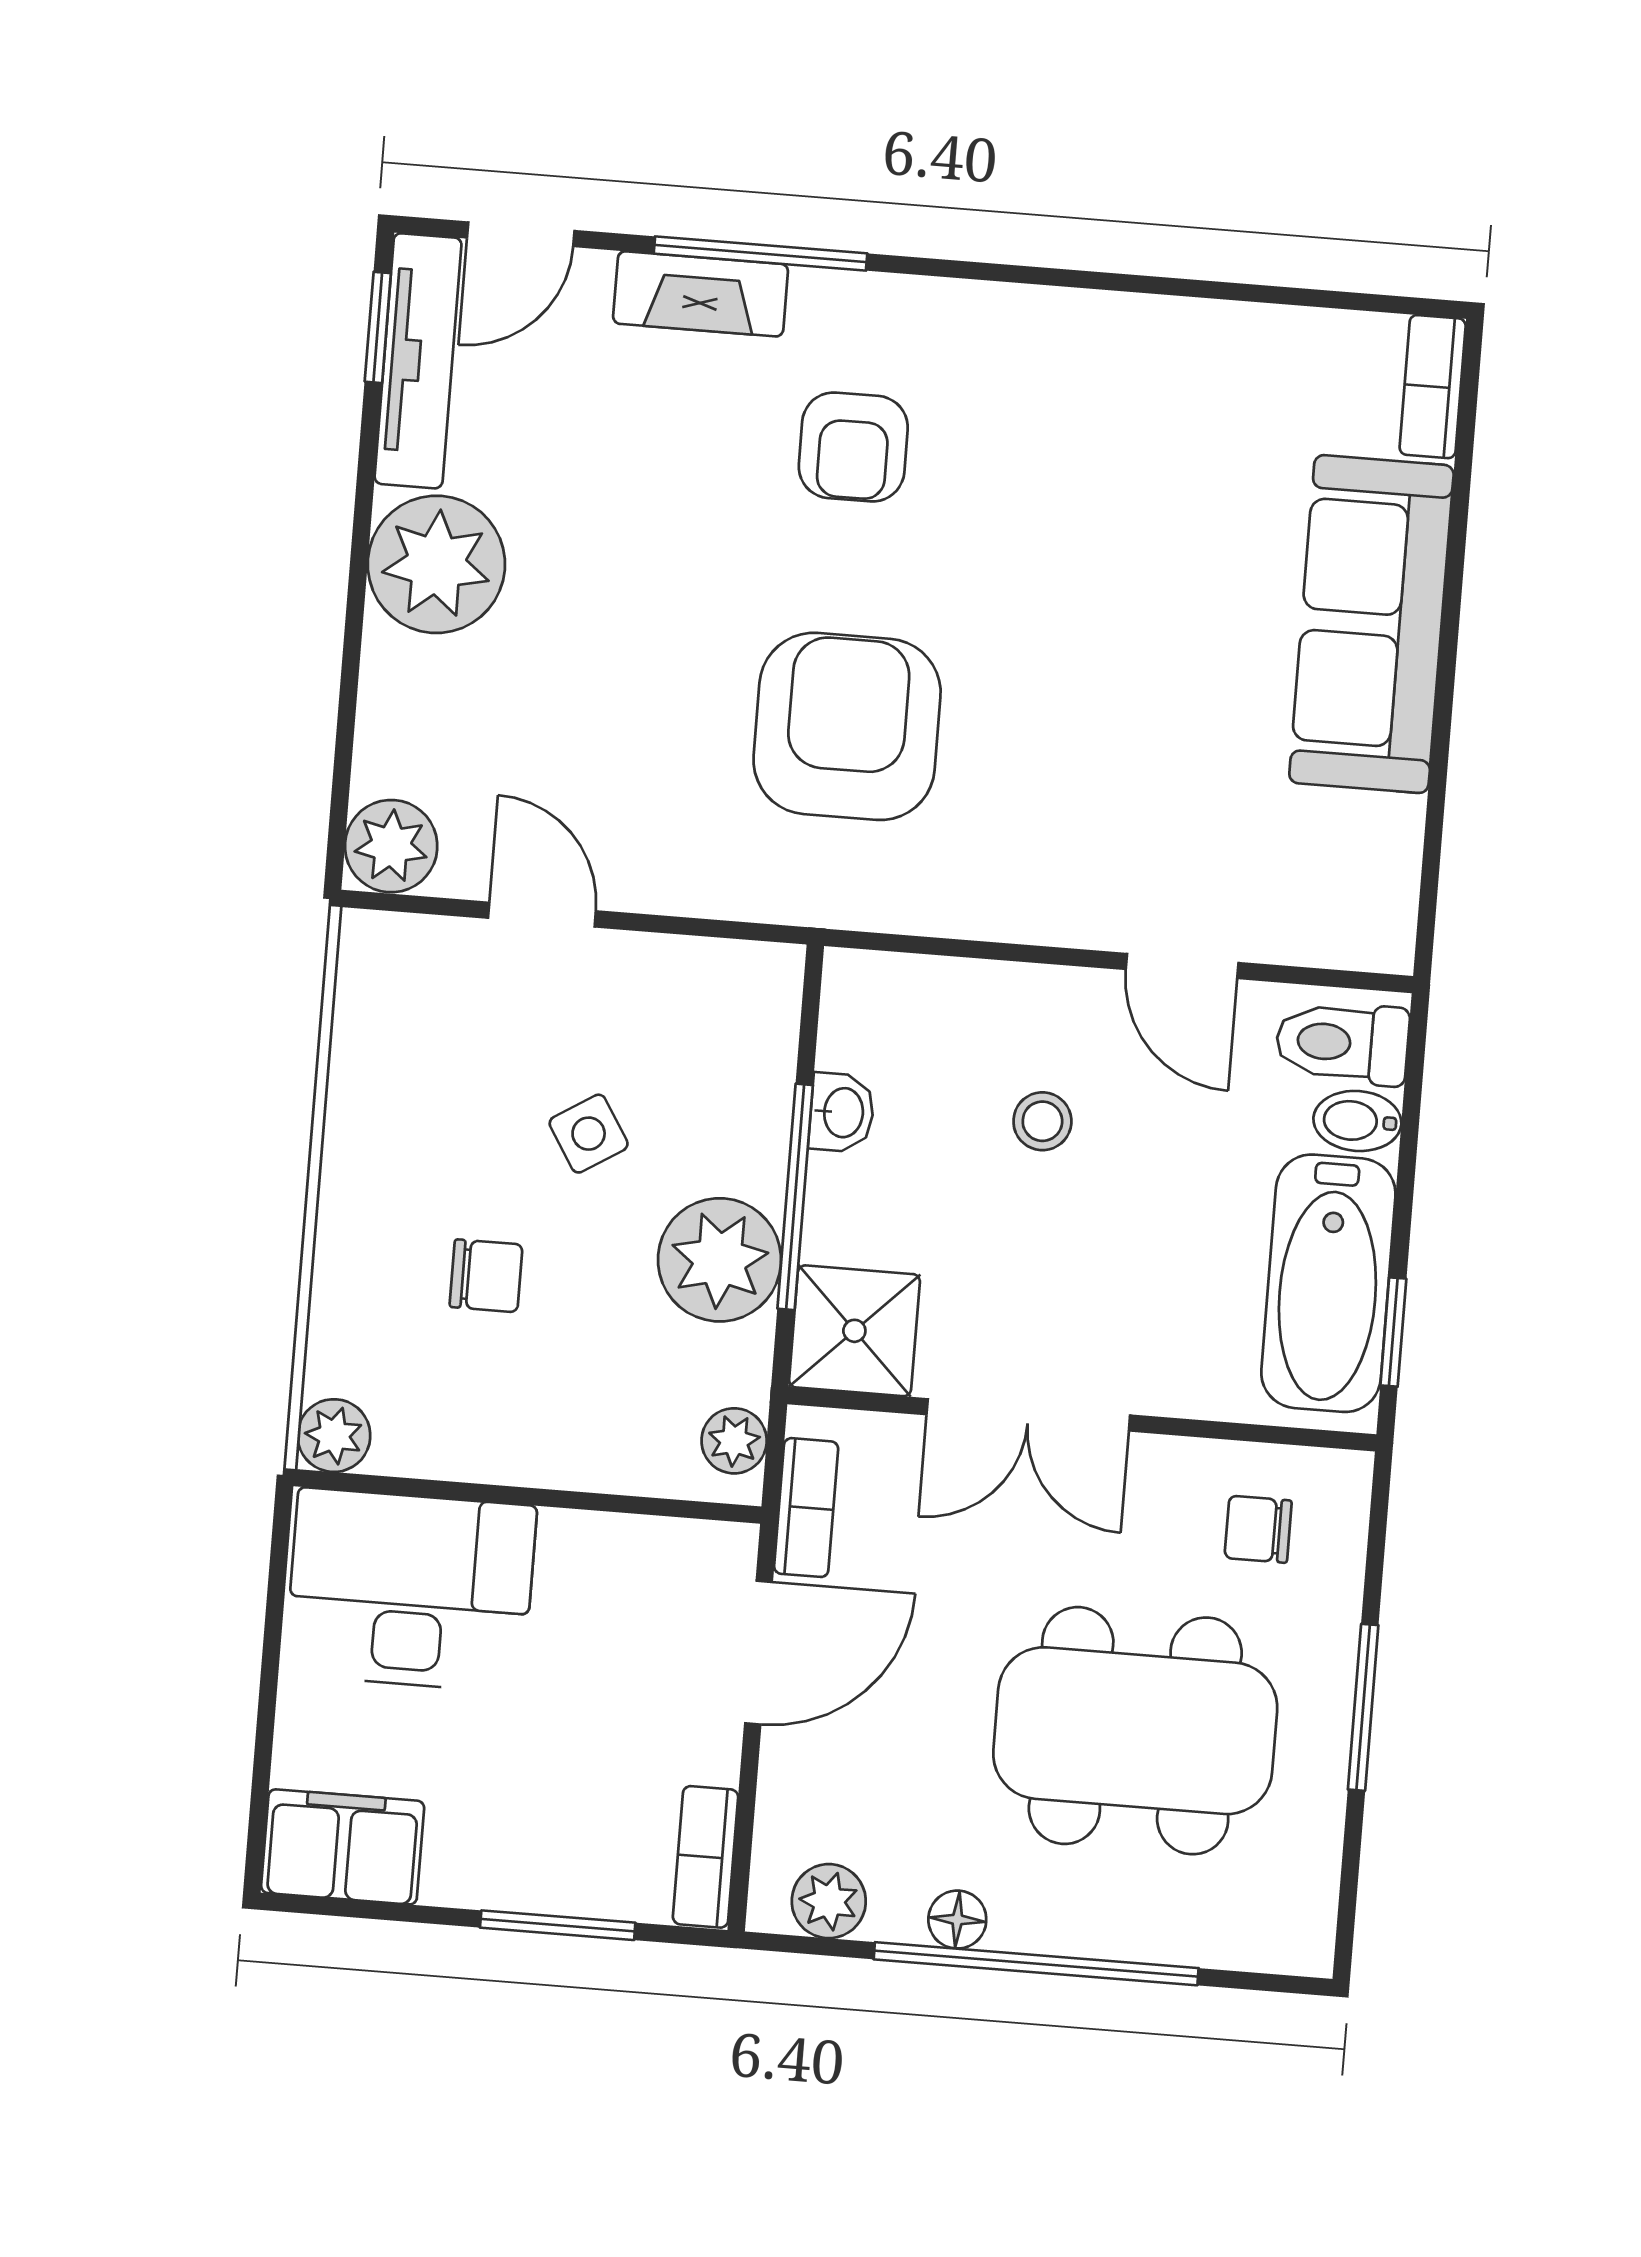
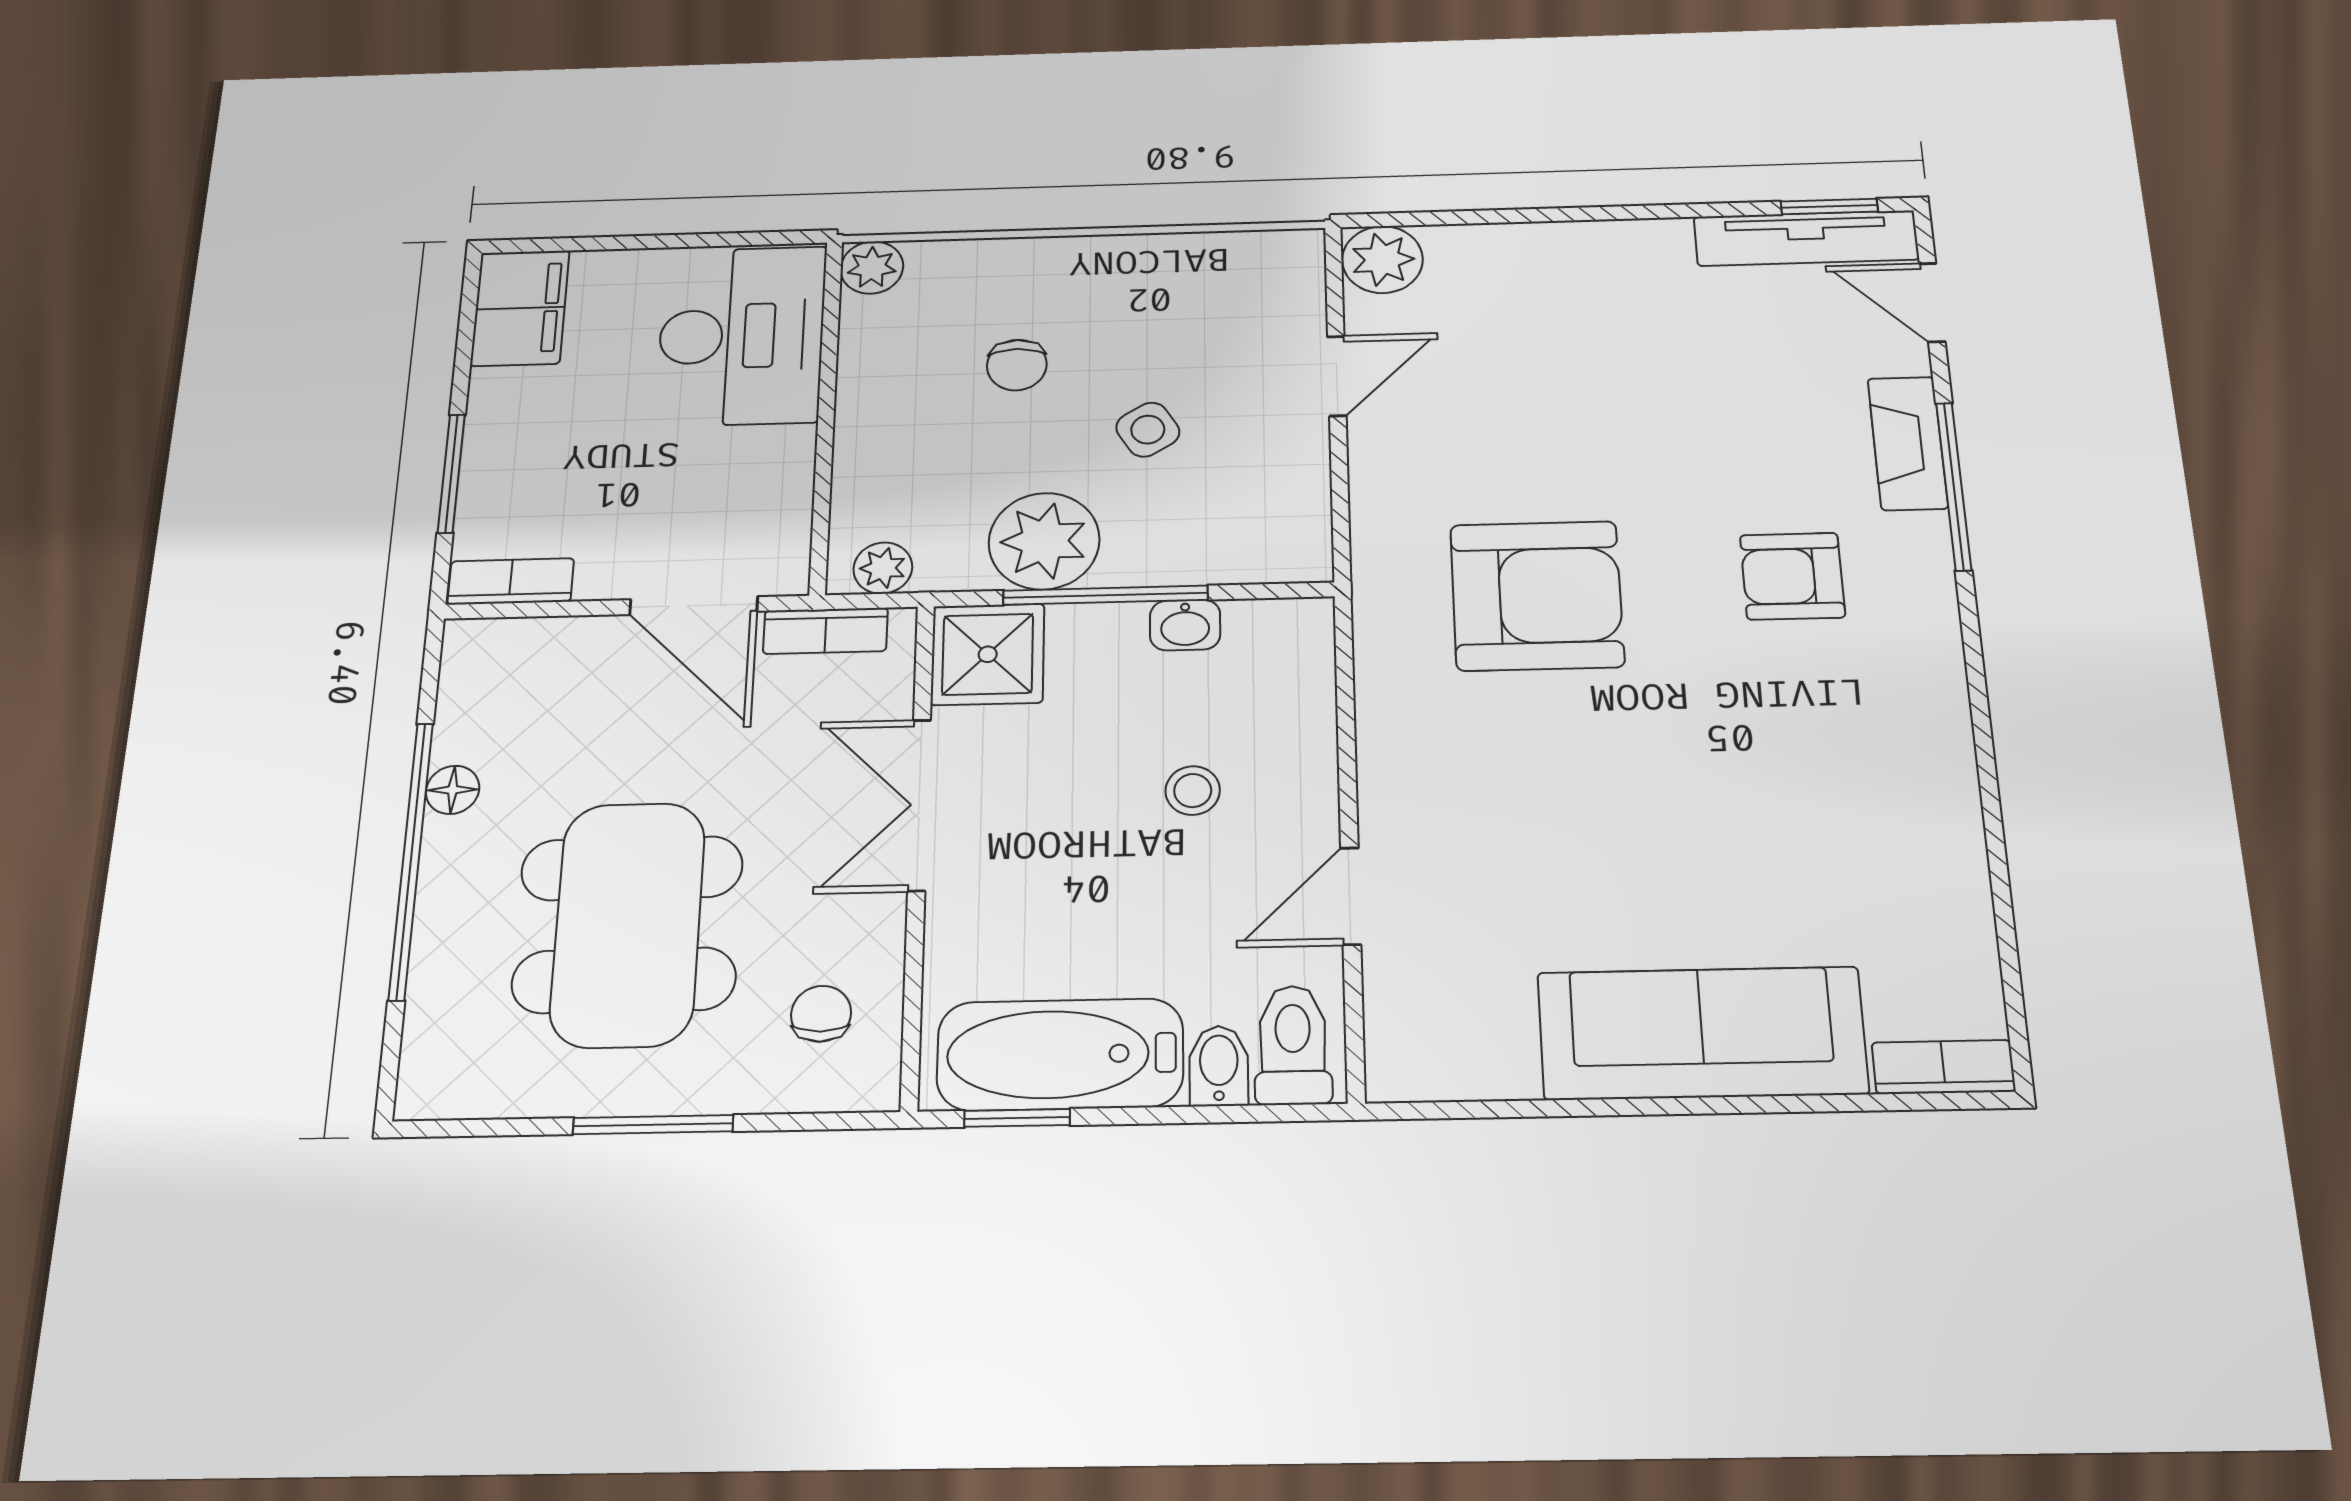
plant: (436, 564) -> (1632, 269), removed
plant: (829, 1901) -> (470, 683), removed

